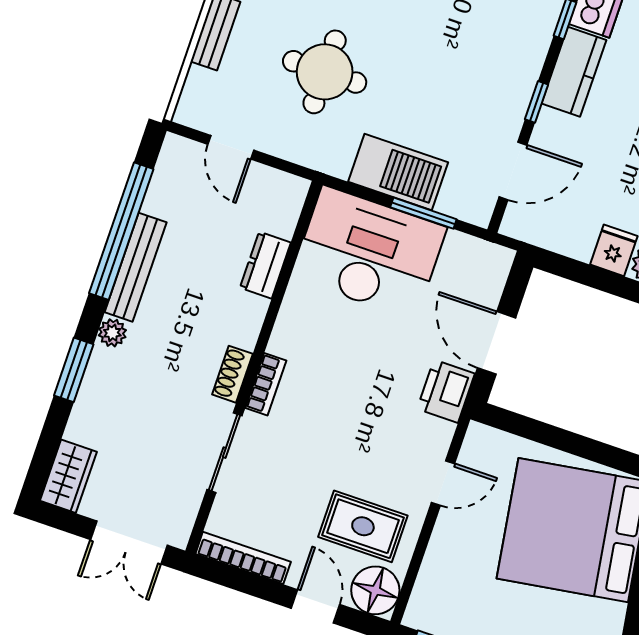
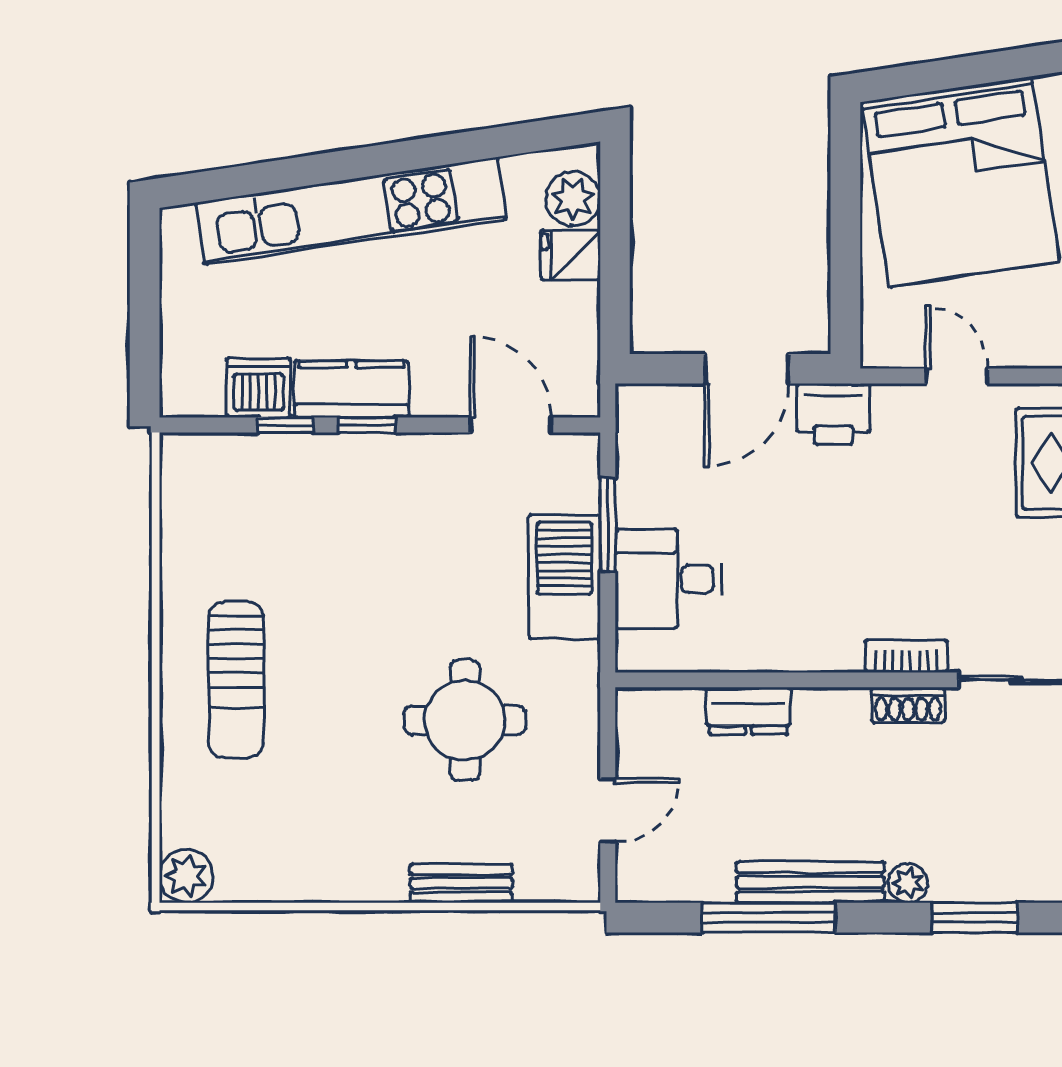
window: (537, 102) -> (367, 425), moved
window: (121, 231) -> (769, 918), width x0.68
desk: (369, 253) -> (669, 579), width x0.53, depth x0.77

